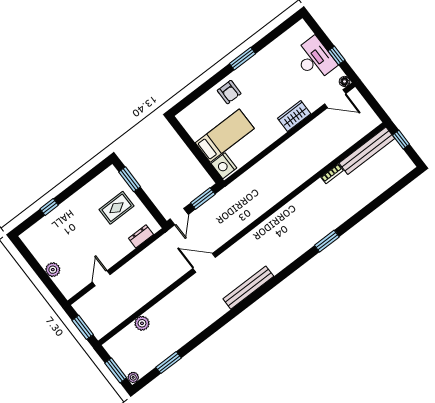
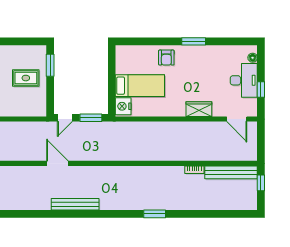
floor lamp: (345, 81) -> (253, 58), moved
dresser: (141, 236) -> (28, 111), removed

